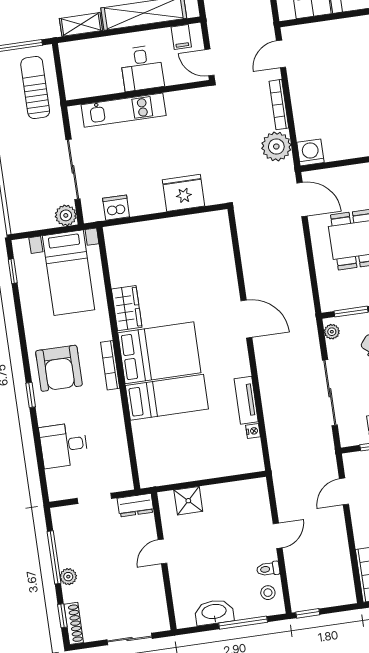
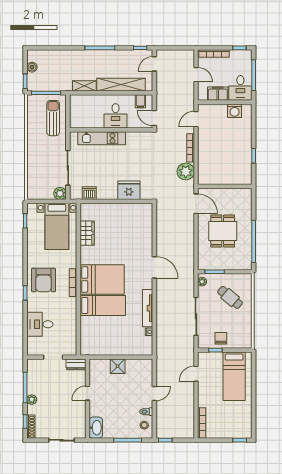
washing machine: (310, 152) -> (235, 111), moved, turned 180
wardrobe: (127, 308) -> (87, 233), moved
tv unit: (246, 400) -> (148, 308), width x1.41
shower: (188, 501) -> (118, 366), moved
washbasin: (214, 612) -> (96, 428), moved, turned 90

